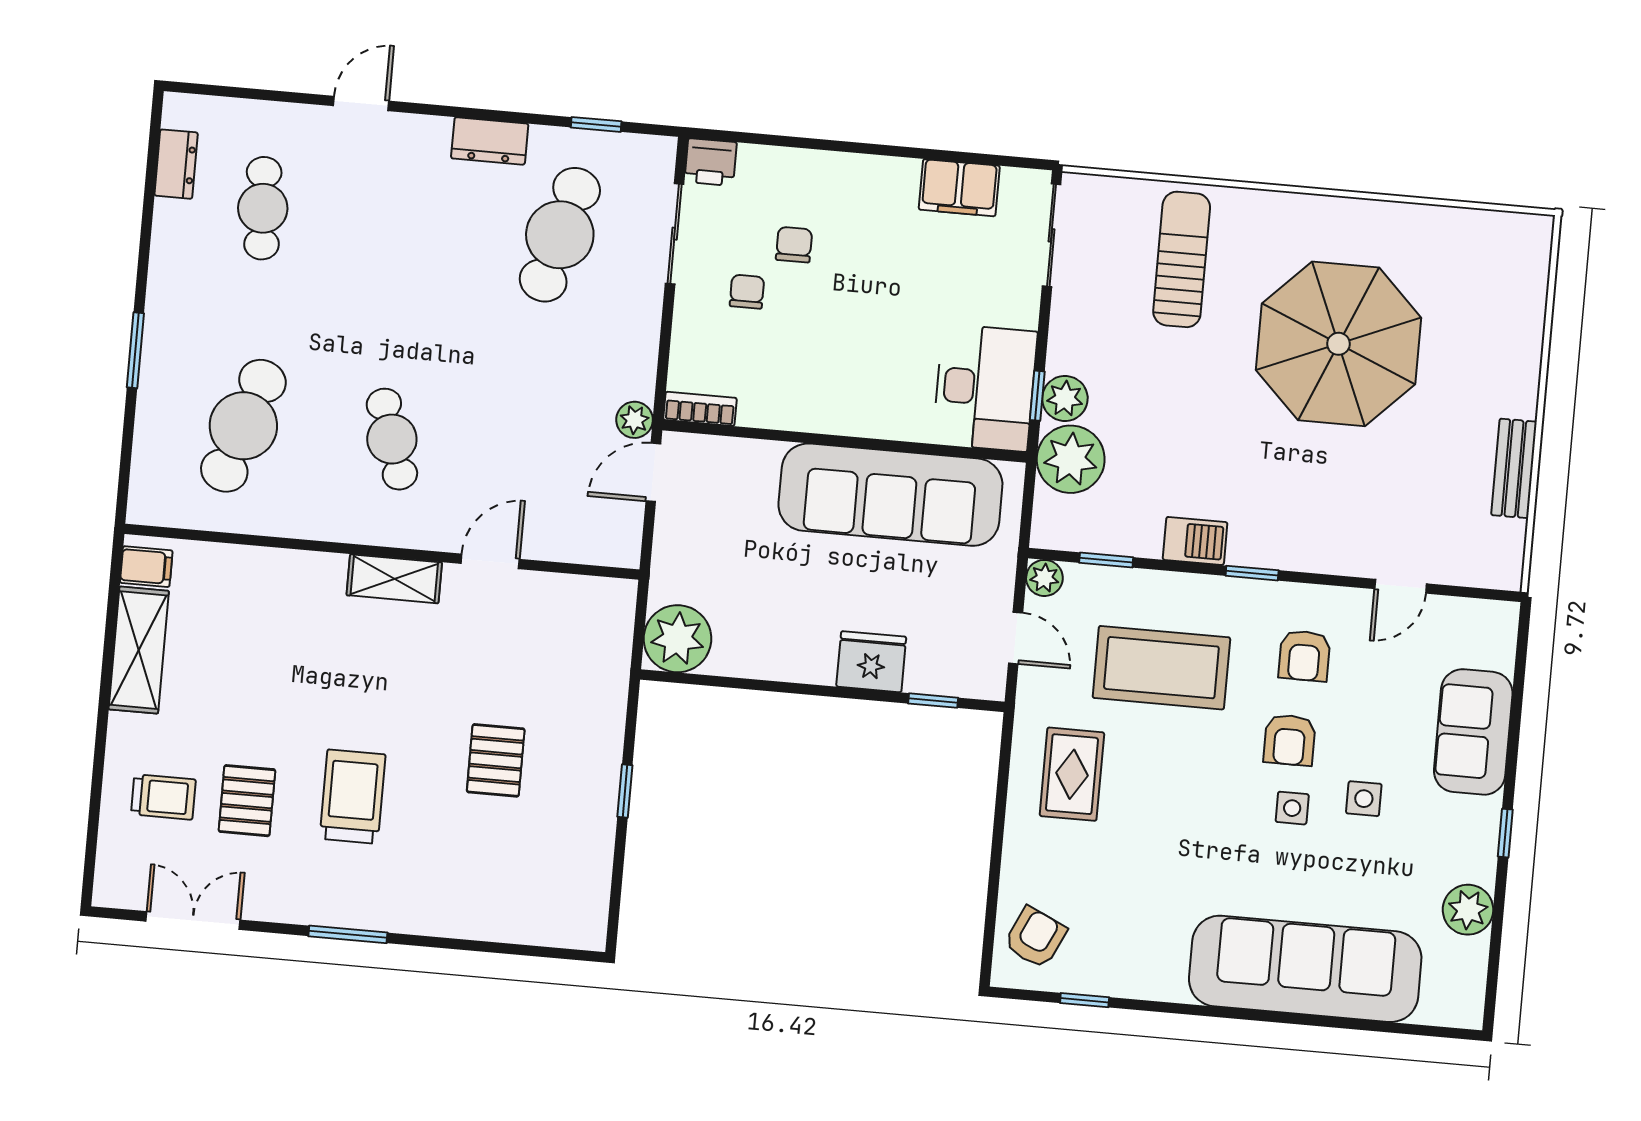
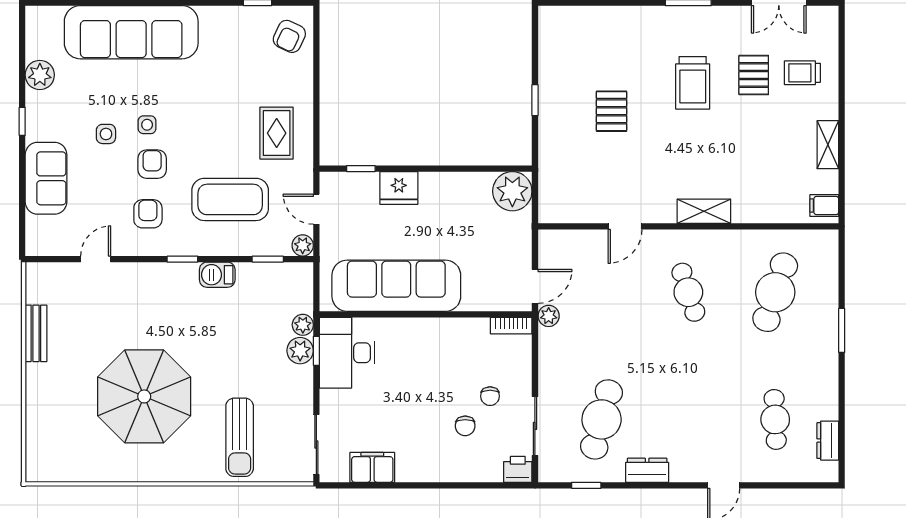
plant: (1071, 459) -> (303, 325), width x0.53, depth x0.53
shelving: (394, 579) -> (704, 211), moved
shelving: (139, 650) -> (828, 145), width x0.67, depth x0.75

